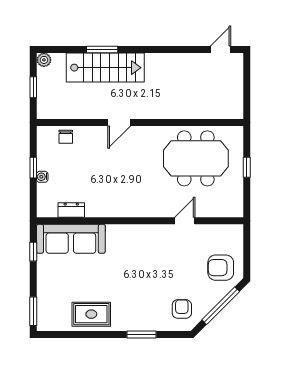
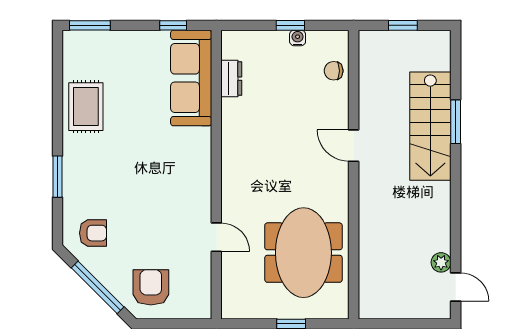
plant: (44, 60) -> (441, 262), moved
water cooler: (42, 177) -> (298, 38), moved

